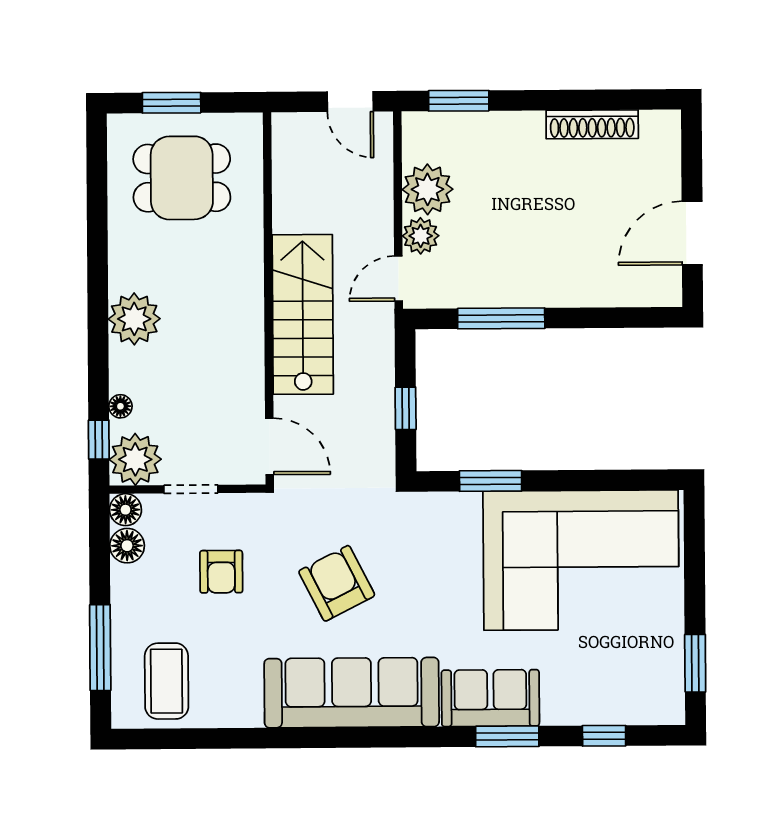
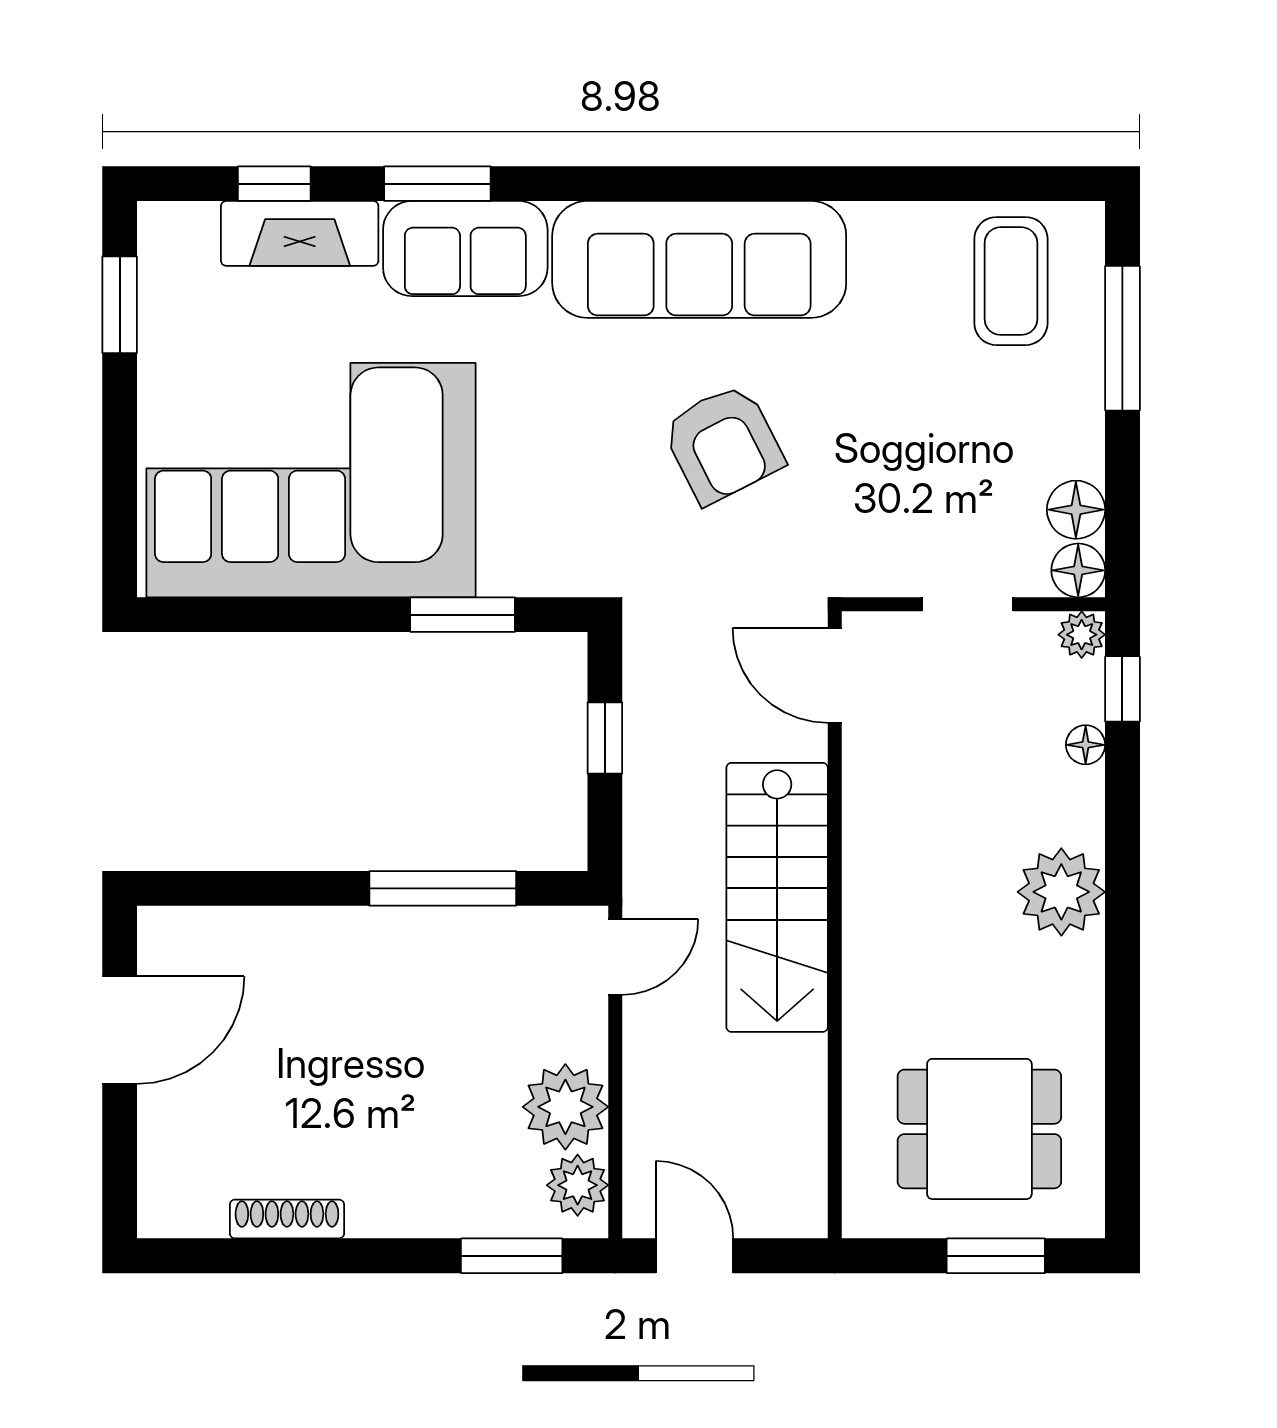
shoe rack: (592, 124) -> (287, 1219), width x0.74, depth x0.81
plant: (421, 236) -> (578, 1185), moved
plant: (135, 459) -> (1082, 635), width x0.53, depth x0.53
armchair: (221, 572) -> (918, 465), removed
fireplace: (589, 706) -> (300, 233), added

